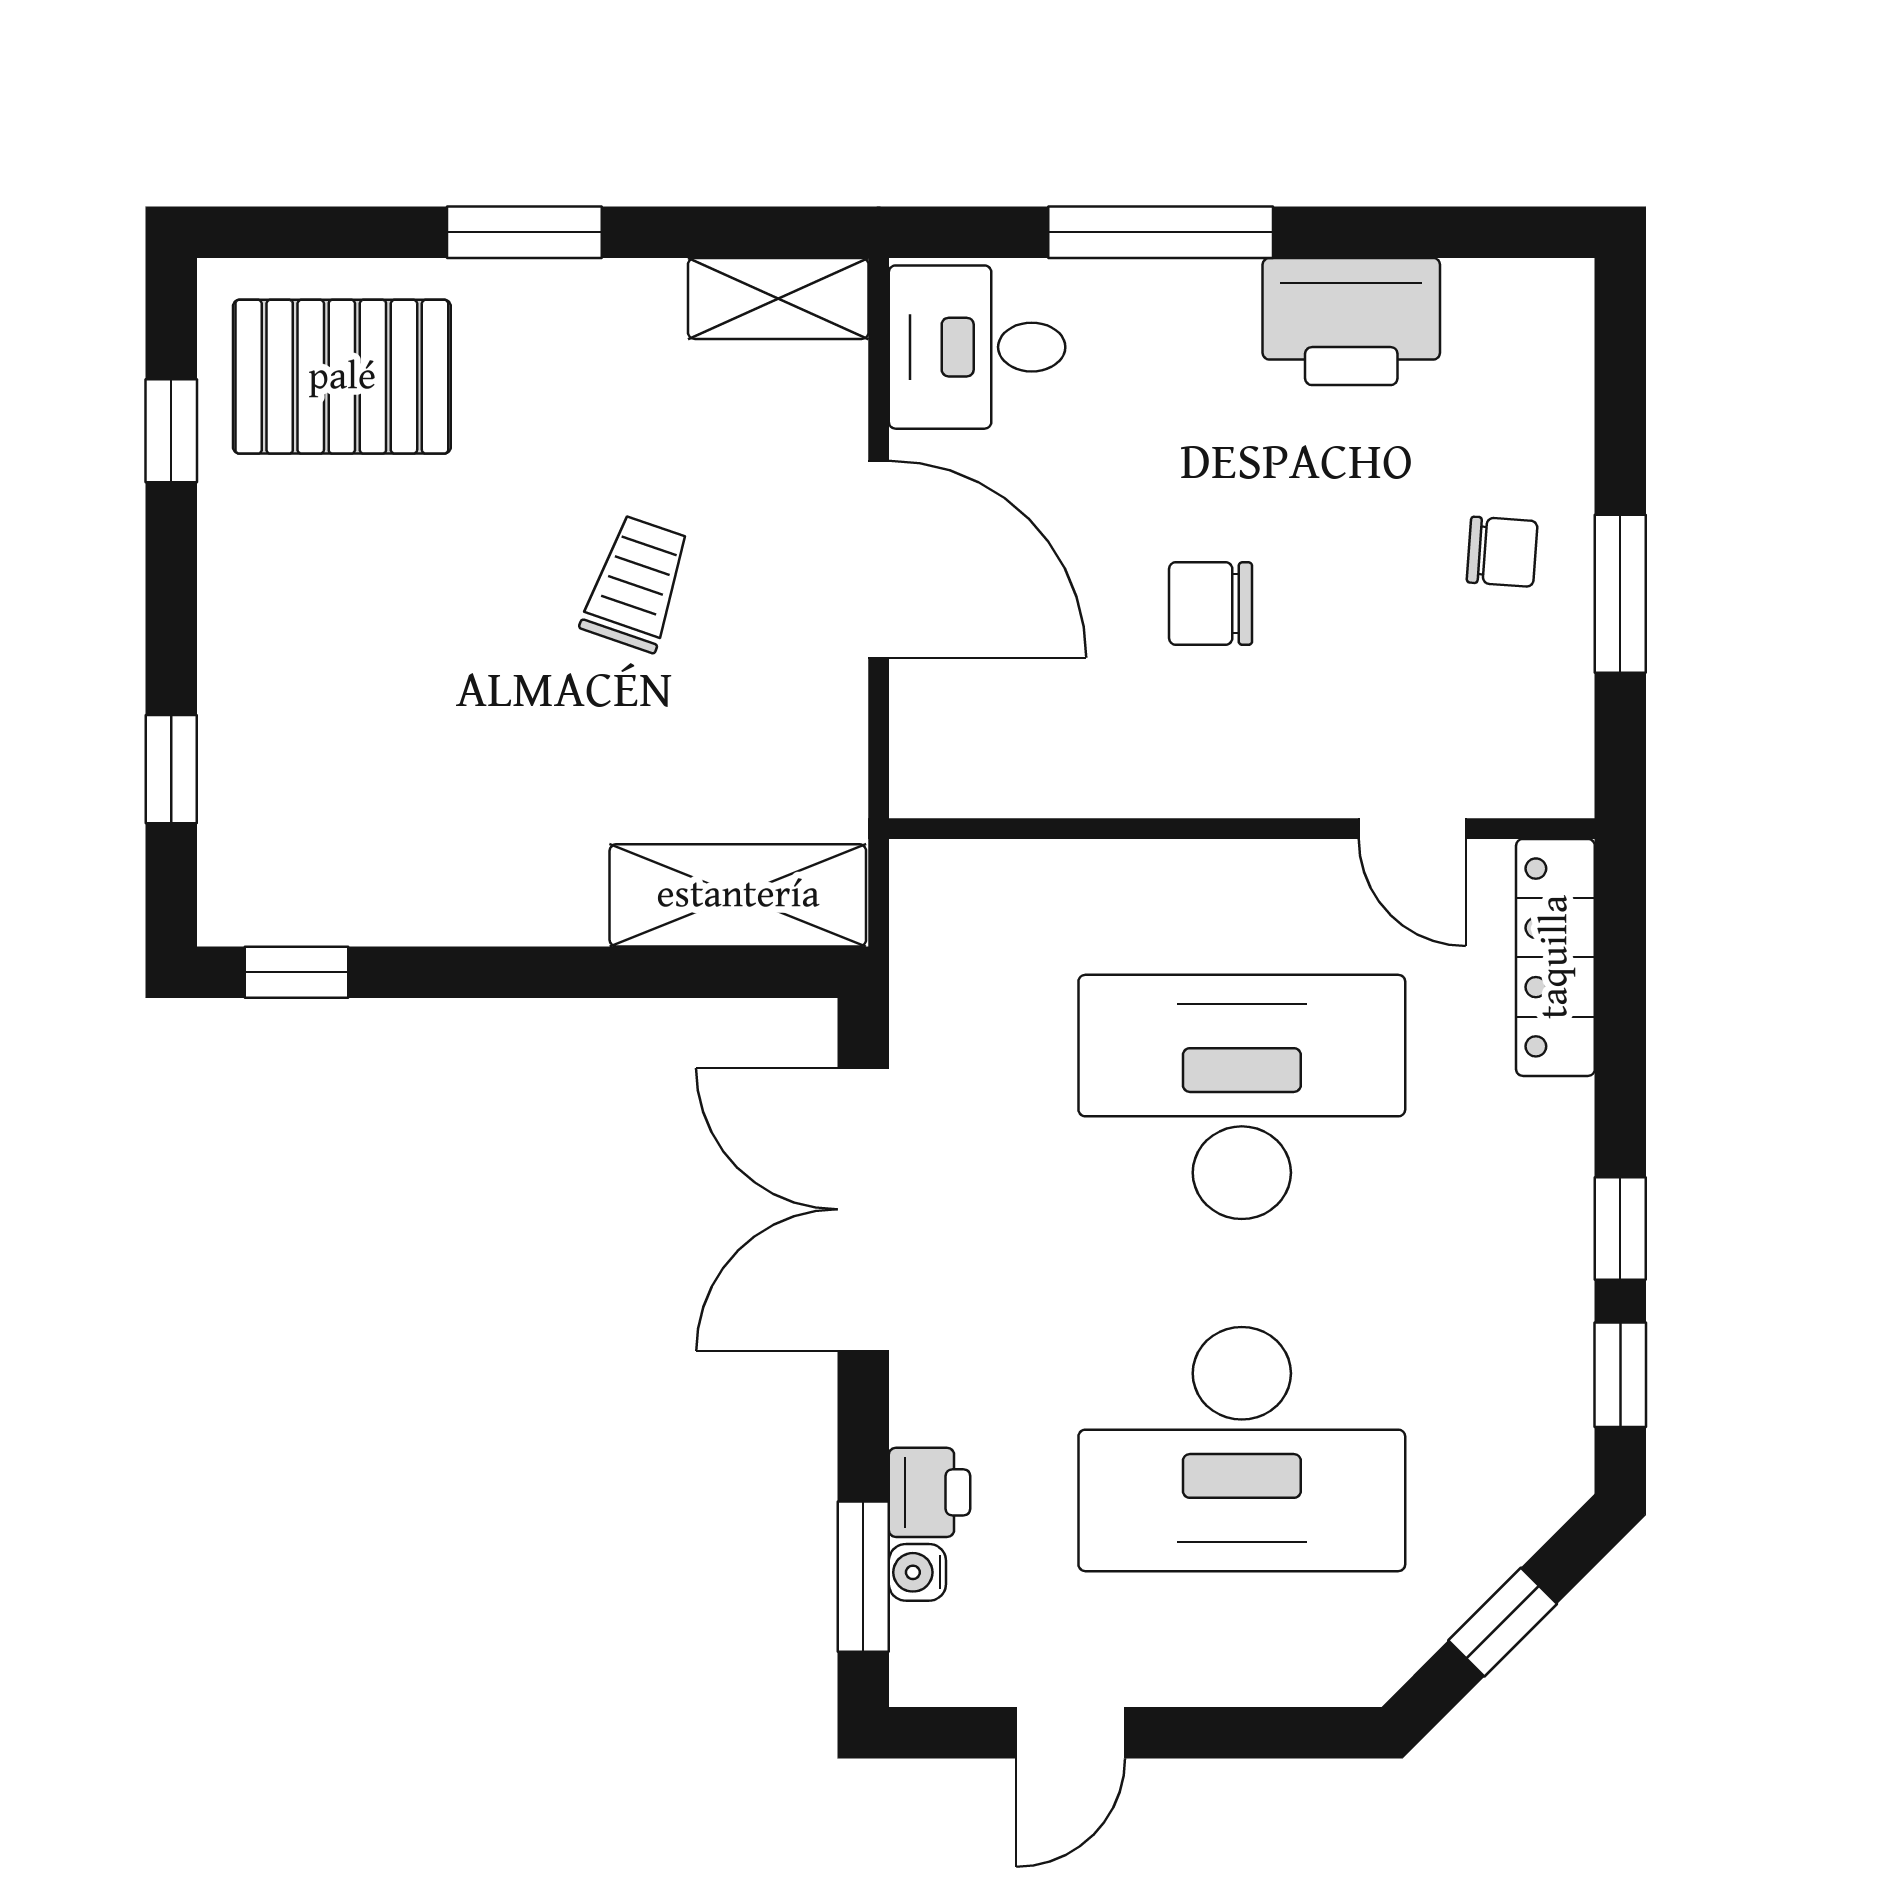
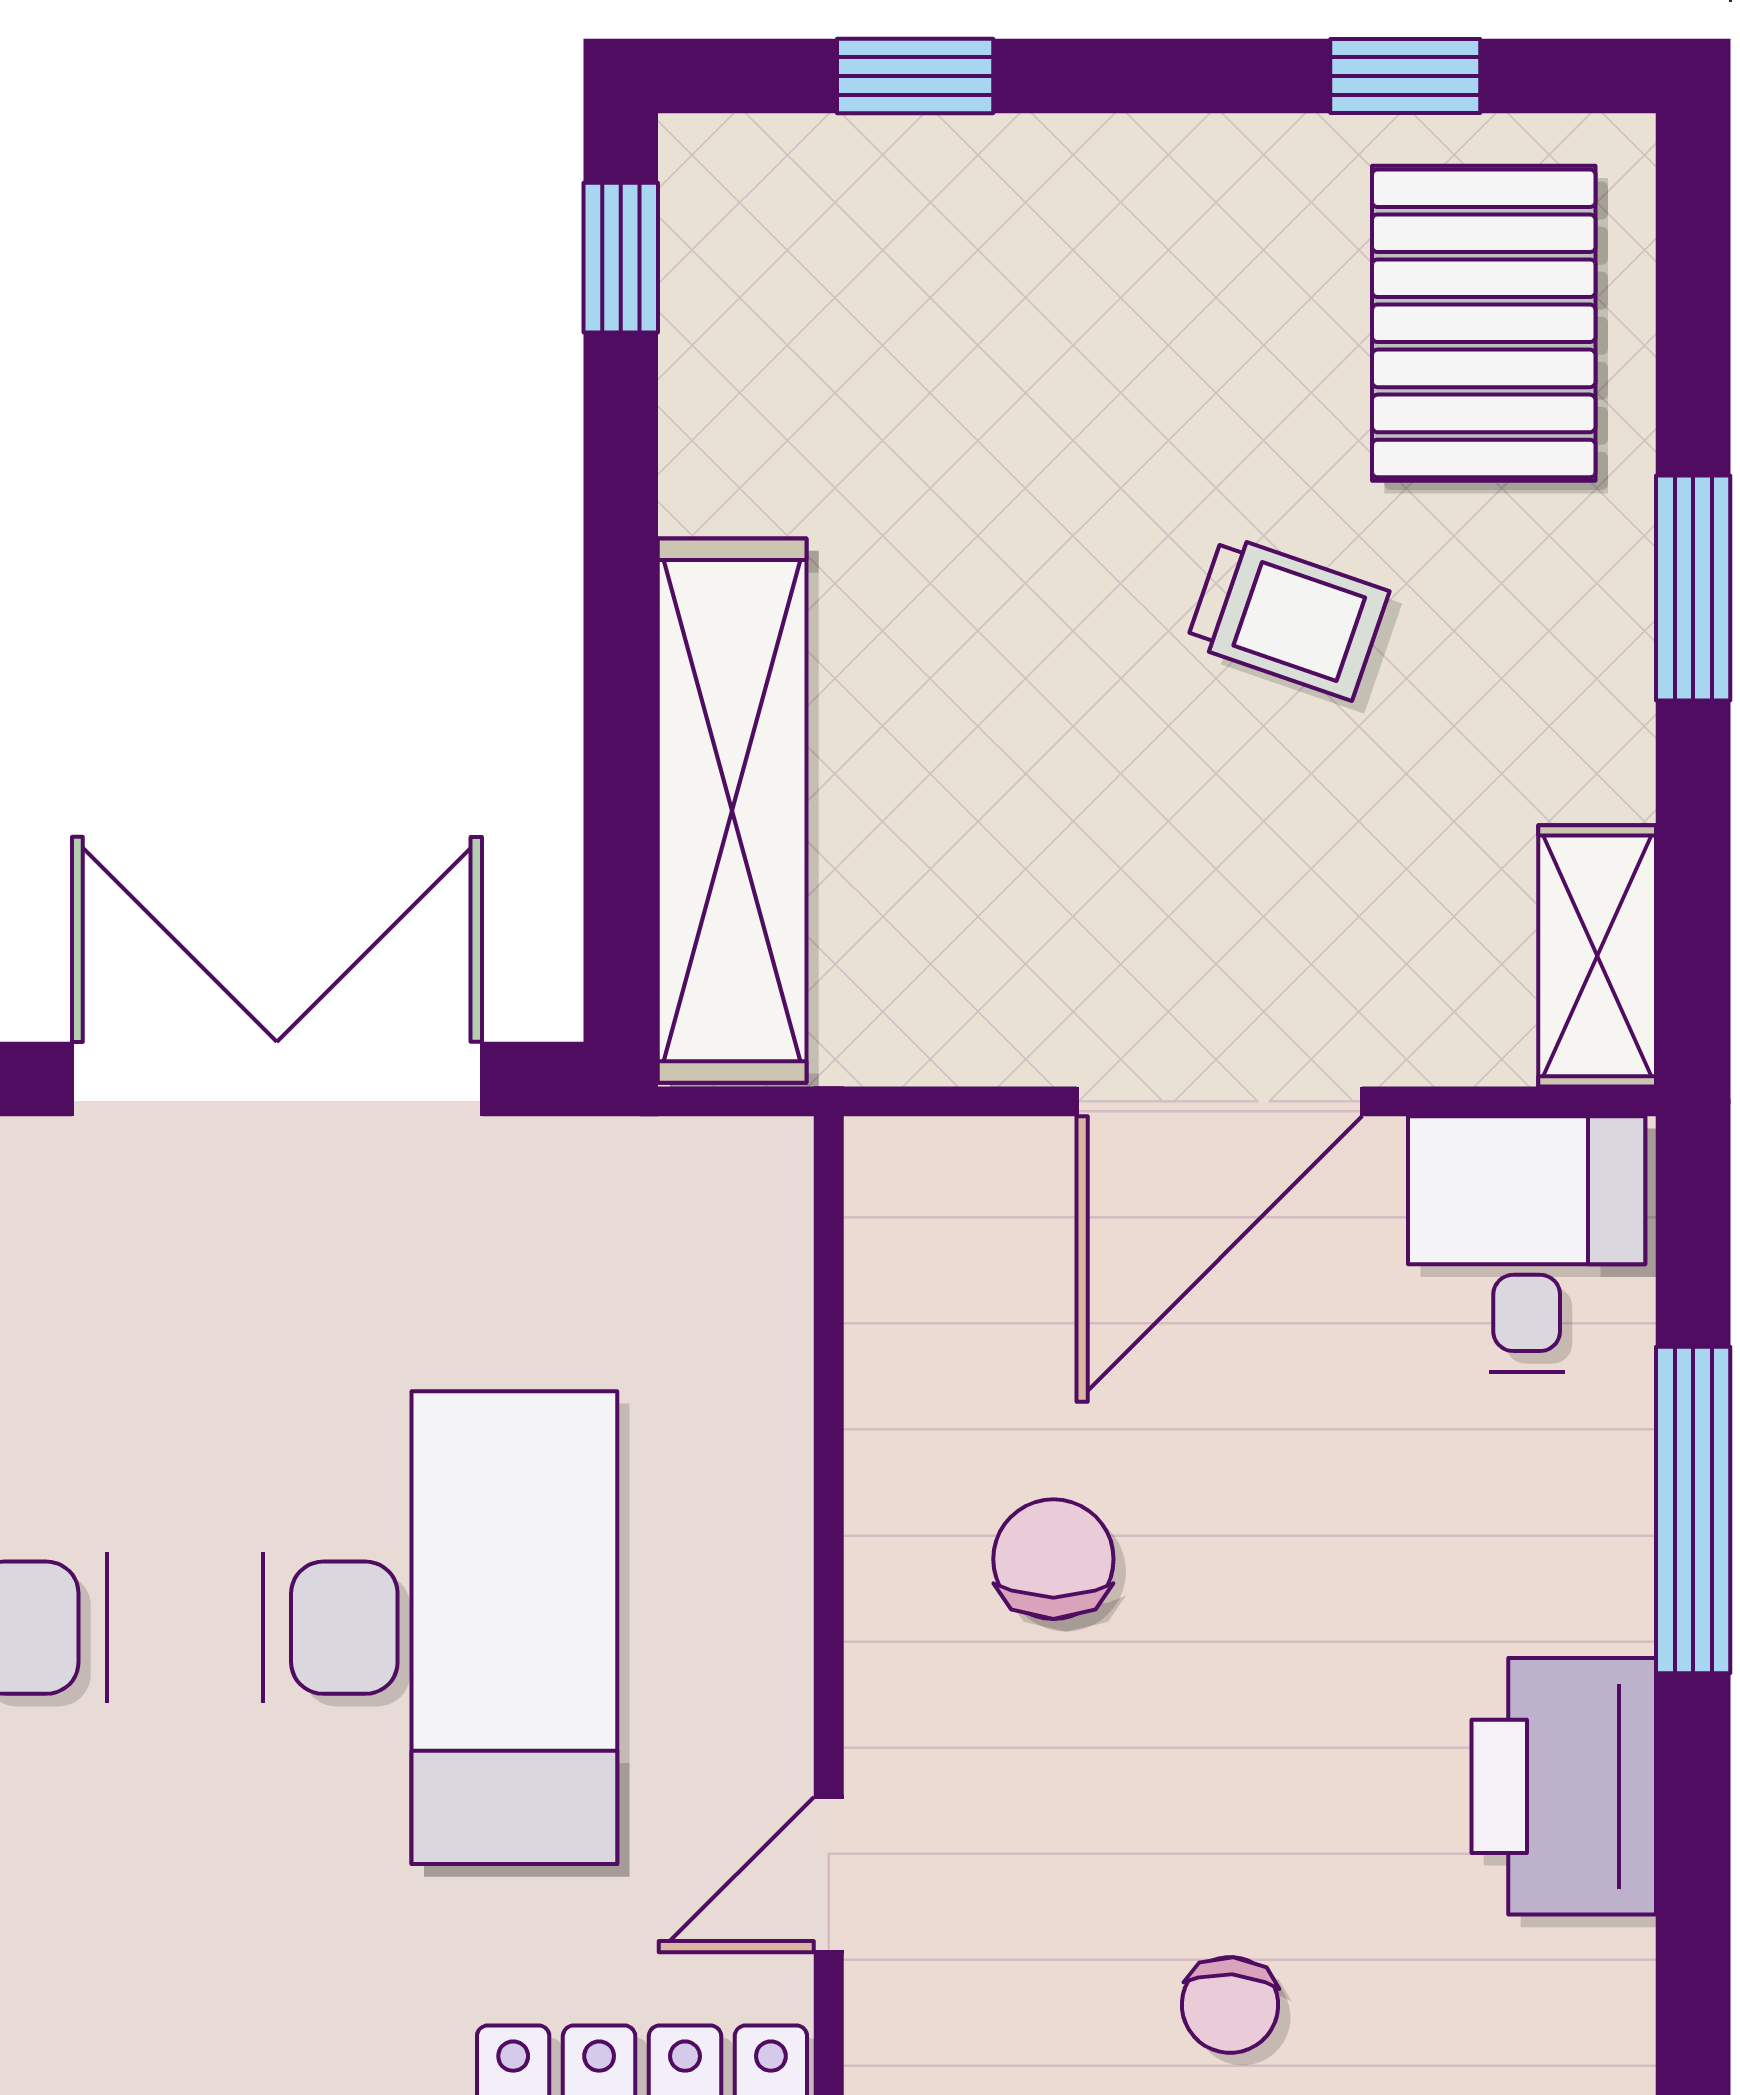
trolley: (636, 584) -> (1288, 618), moved
chair: (1211, 604) -> (1053, 1559), moved
shelving: (738, 895) -> (732, 811), width x1.47

